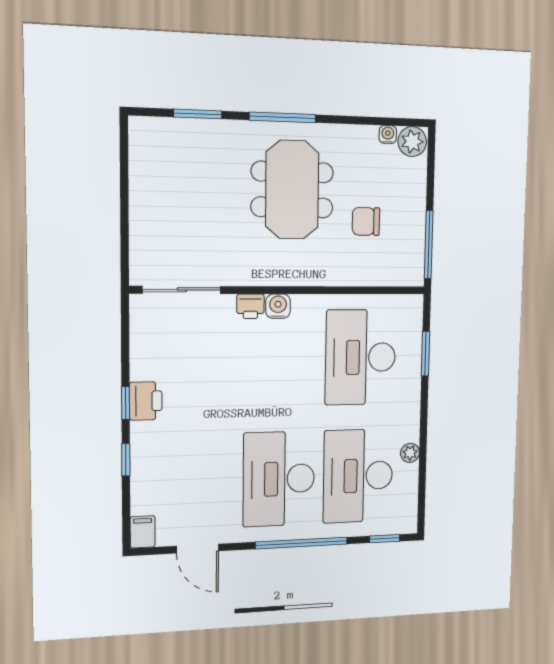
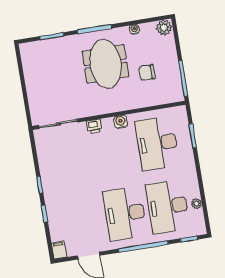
water cooler: (388, 135) -> (134, 29), moved
water cooler: (278, 306) -> (121, 122), moved
printer: (146, 401) -> (50, 182), removed
plant: (410, 453) -> (197, 204), moved

